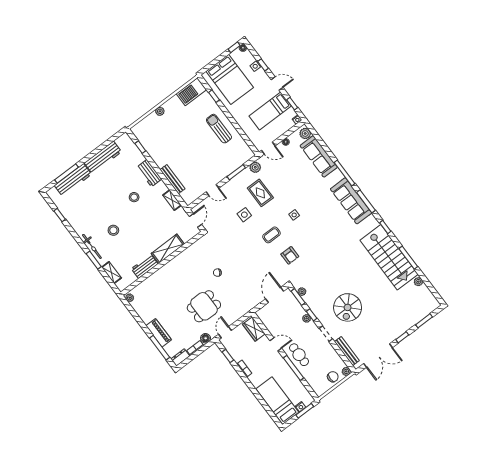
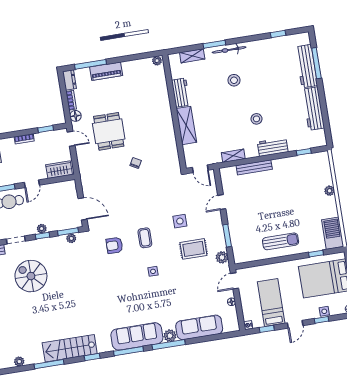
plant: (305, 133) -> (170, 336), moved
stairs: (389, 257) -> (70, 348), width x0.73, depth x0.66

